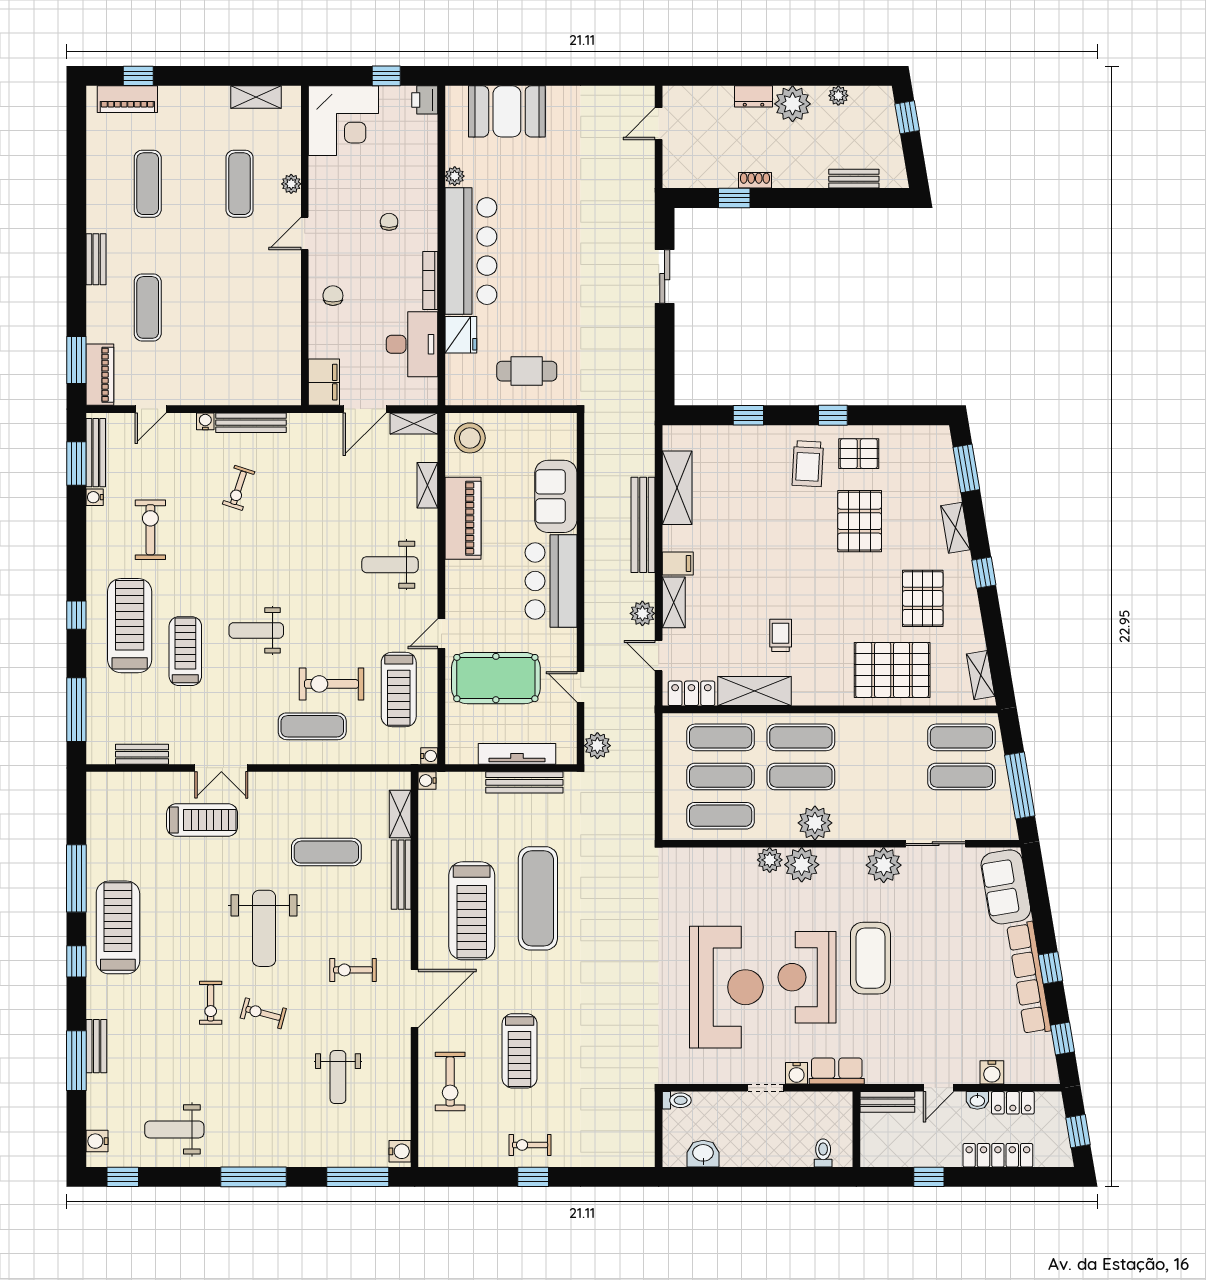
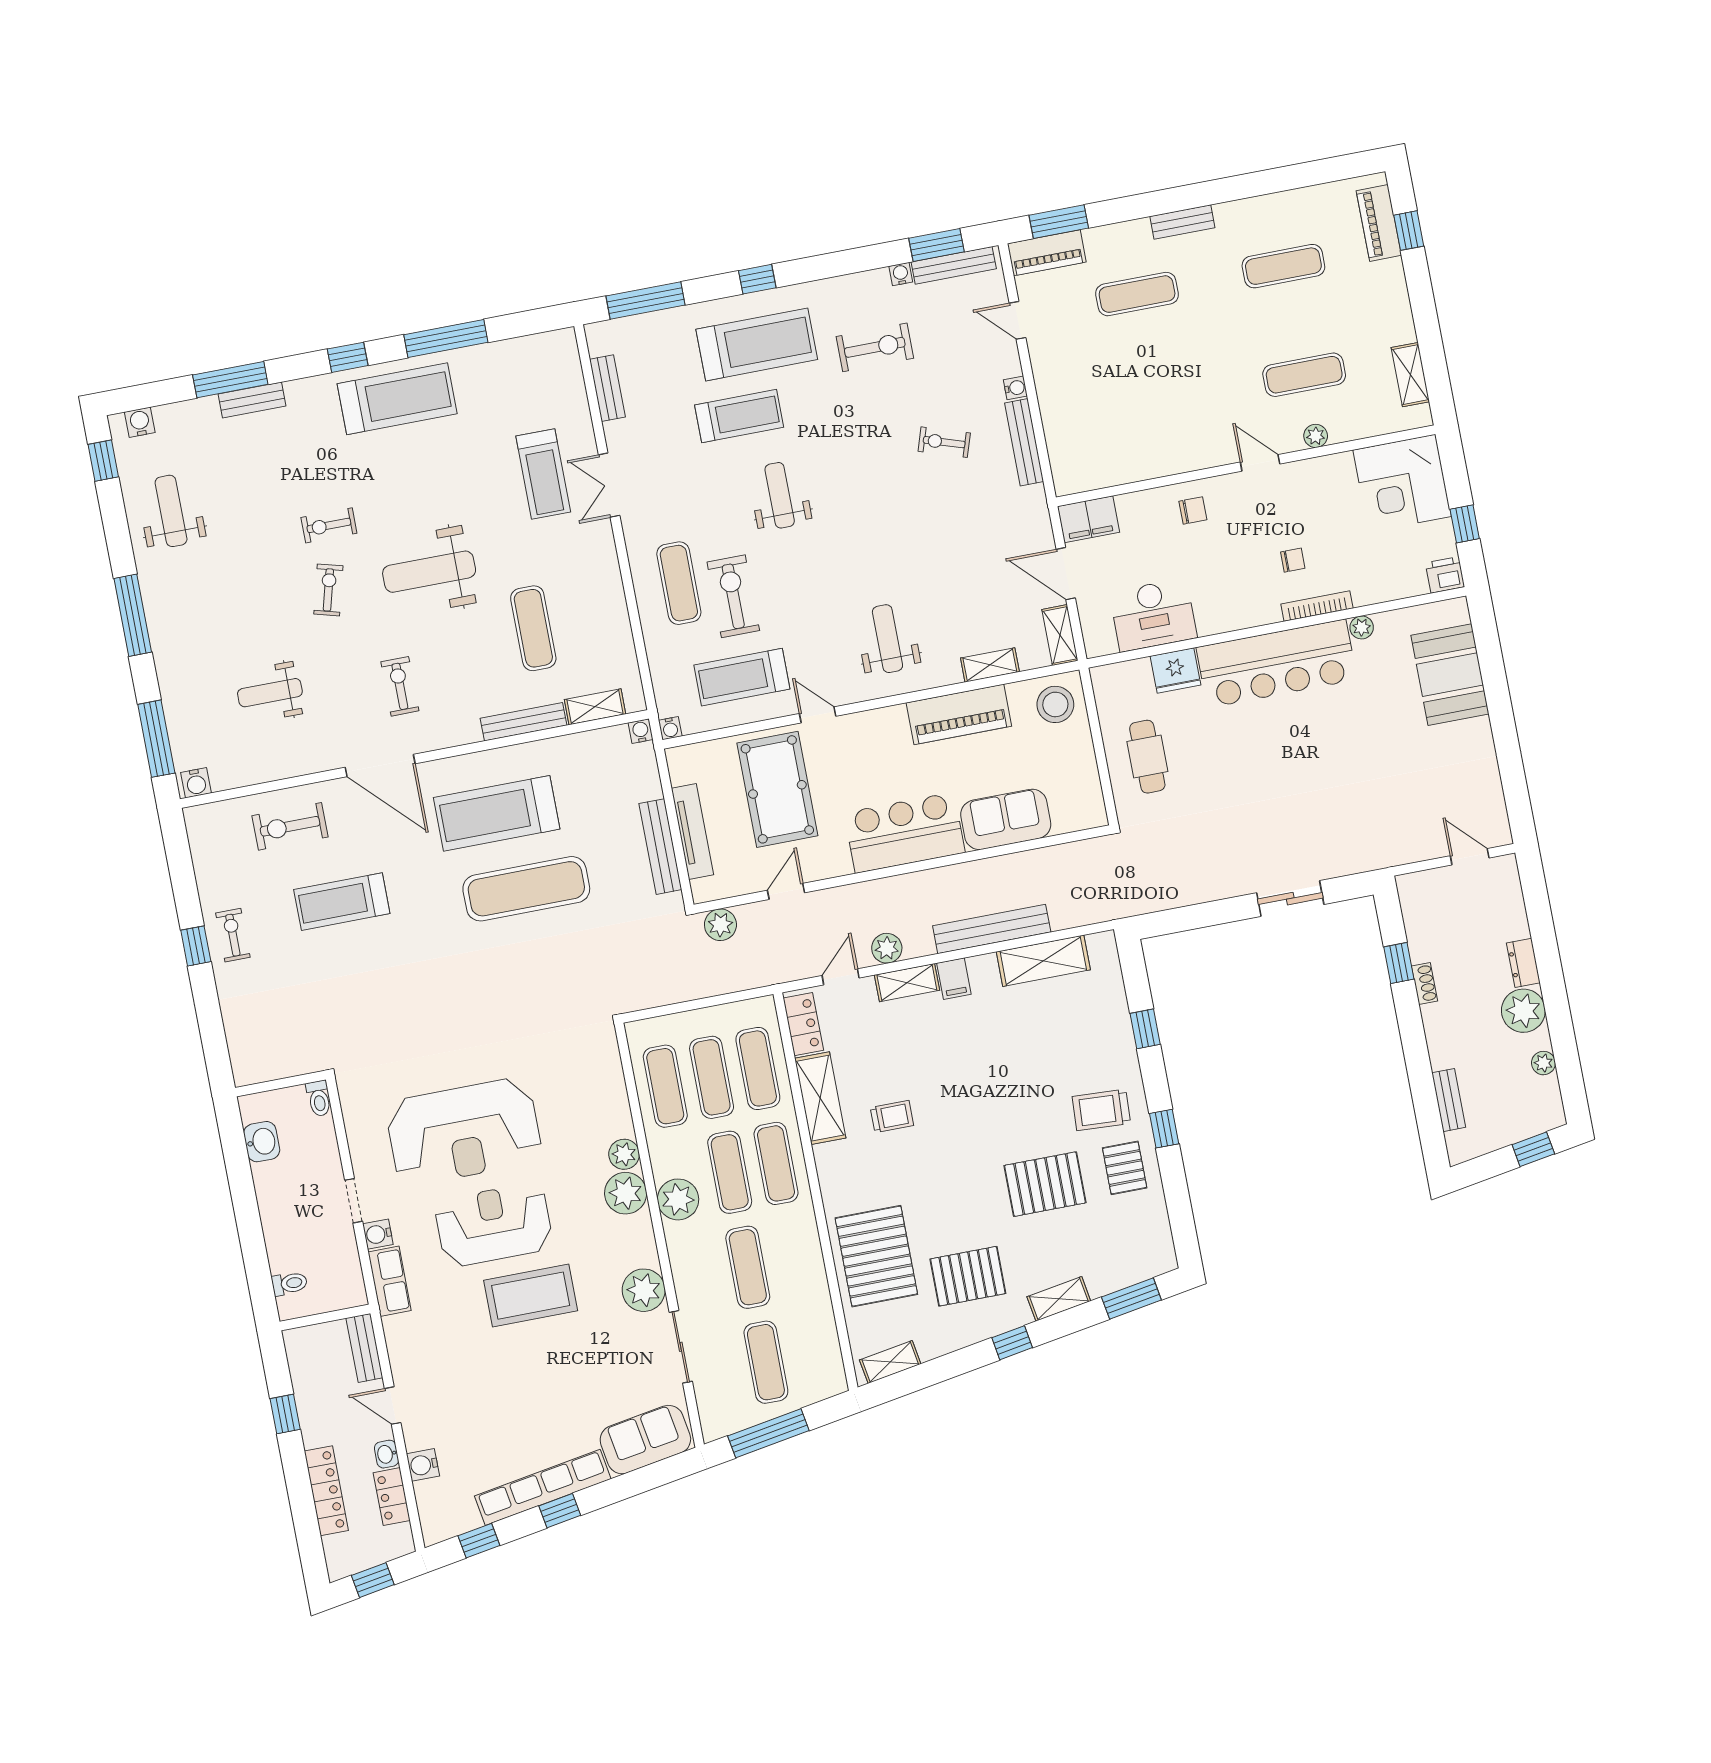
bookcase: (430, 280) -> (1317, 606), moved
exercise mat: (961, 737) -> (748, 1267), moved

